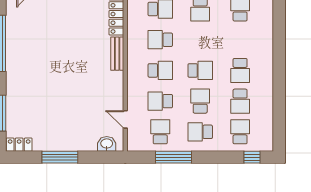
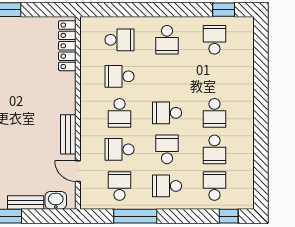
bench: (117, 54) -> (68, 134), moved
school desk: (160, 70) -> (120, 113), turned 90
school desk: (200, 70) -> (167, 113), turned 180
bench: (81, 146) -> (26, 202), added

